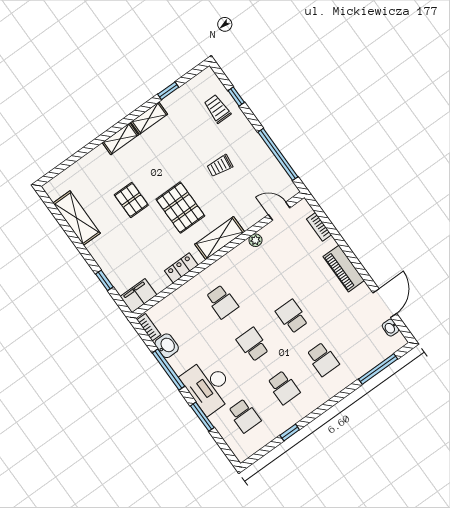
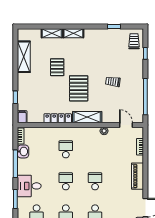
trolley: (217, 109) -> (134, 41), moved
shelving: (149, 118) -> (52, 33), moved
locker: (181, 268) -> (58, 118), width x1.53
filing cabinet: (138, 296) -> (22, 117), width x0.50
school desk: (222, 302) -> (66, 149), turned 180
desk: (208, 386) -> (29, 186), width x0.73

